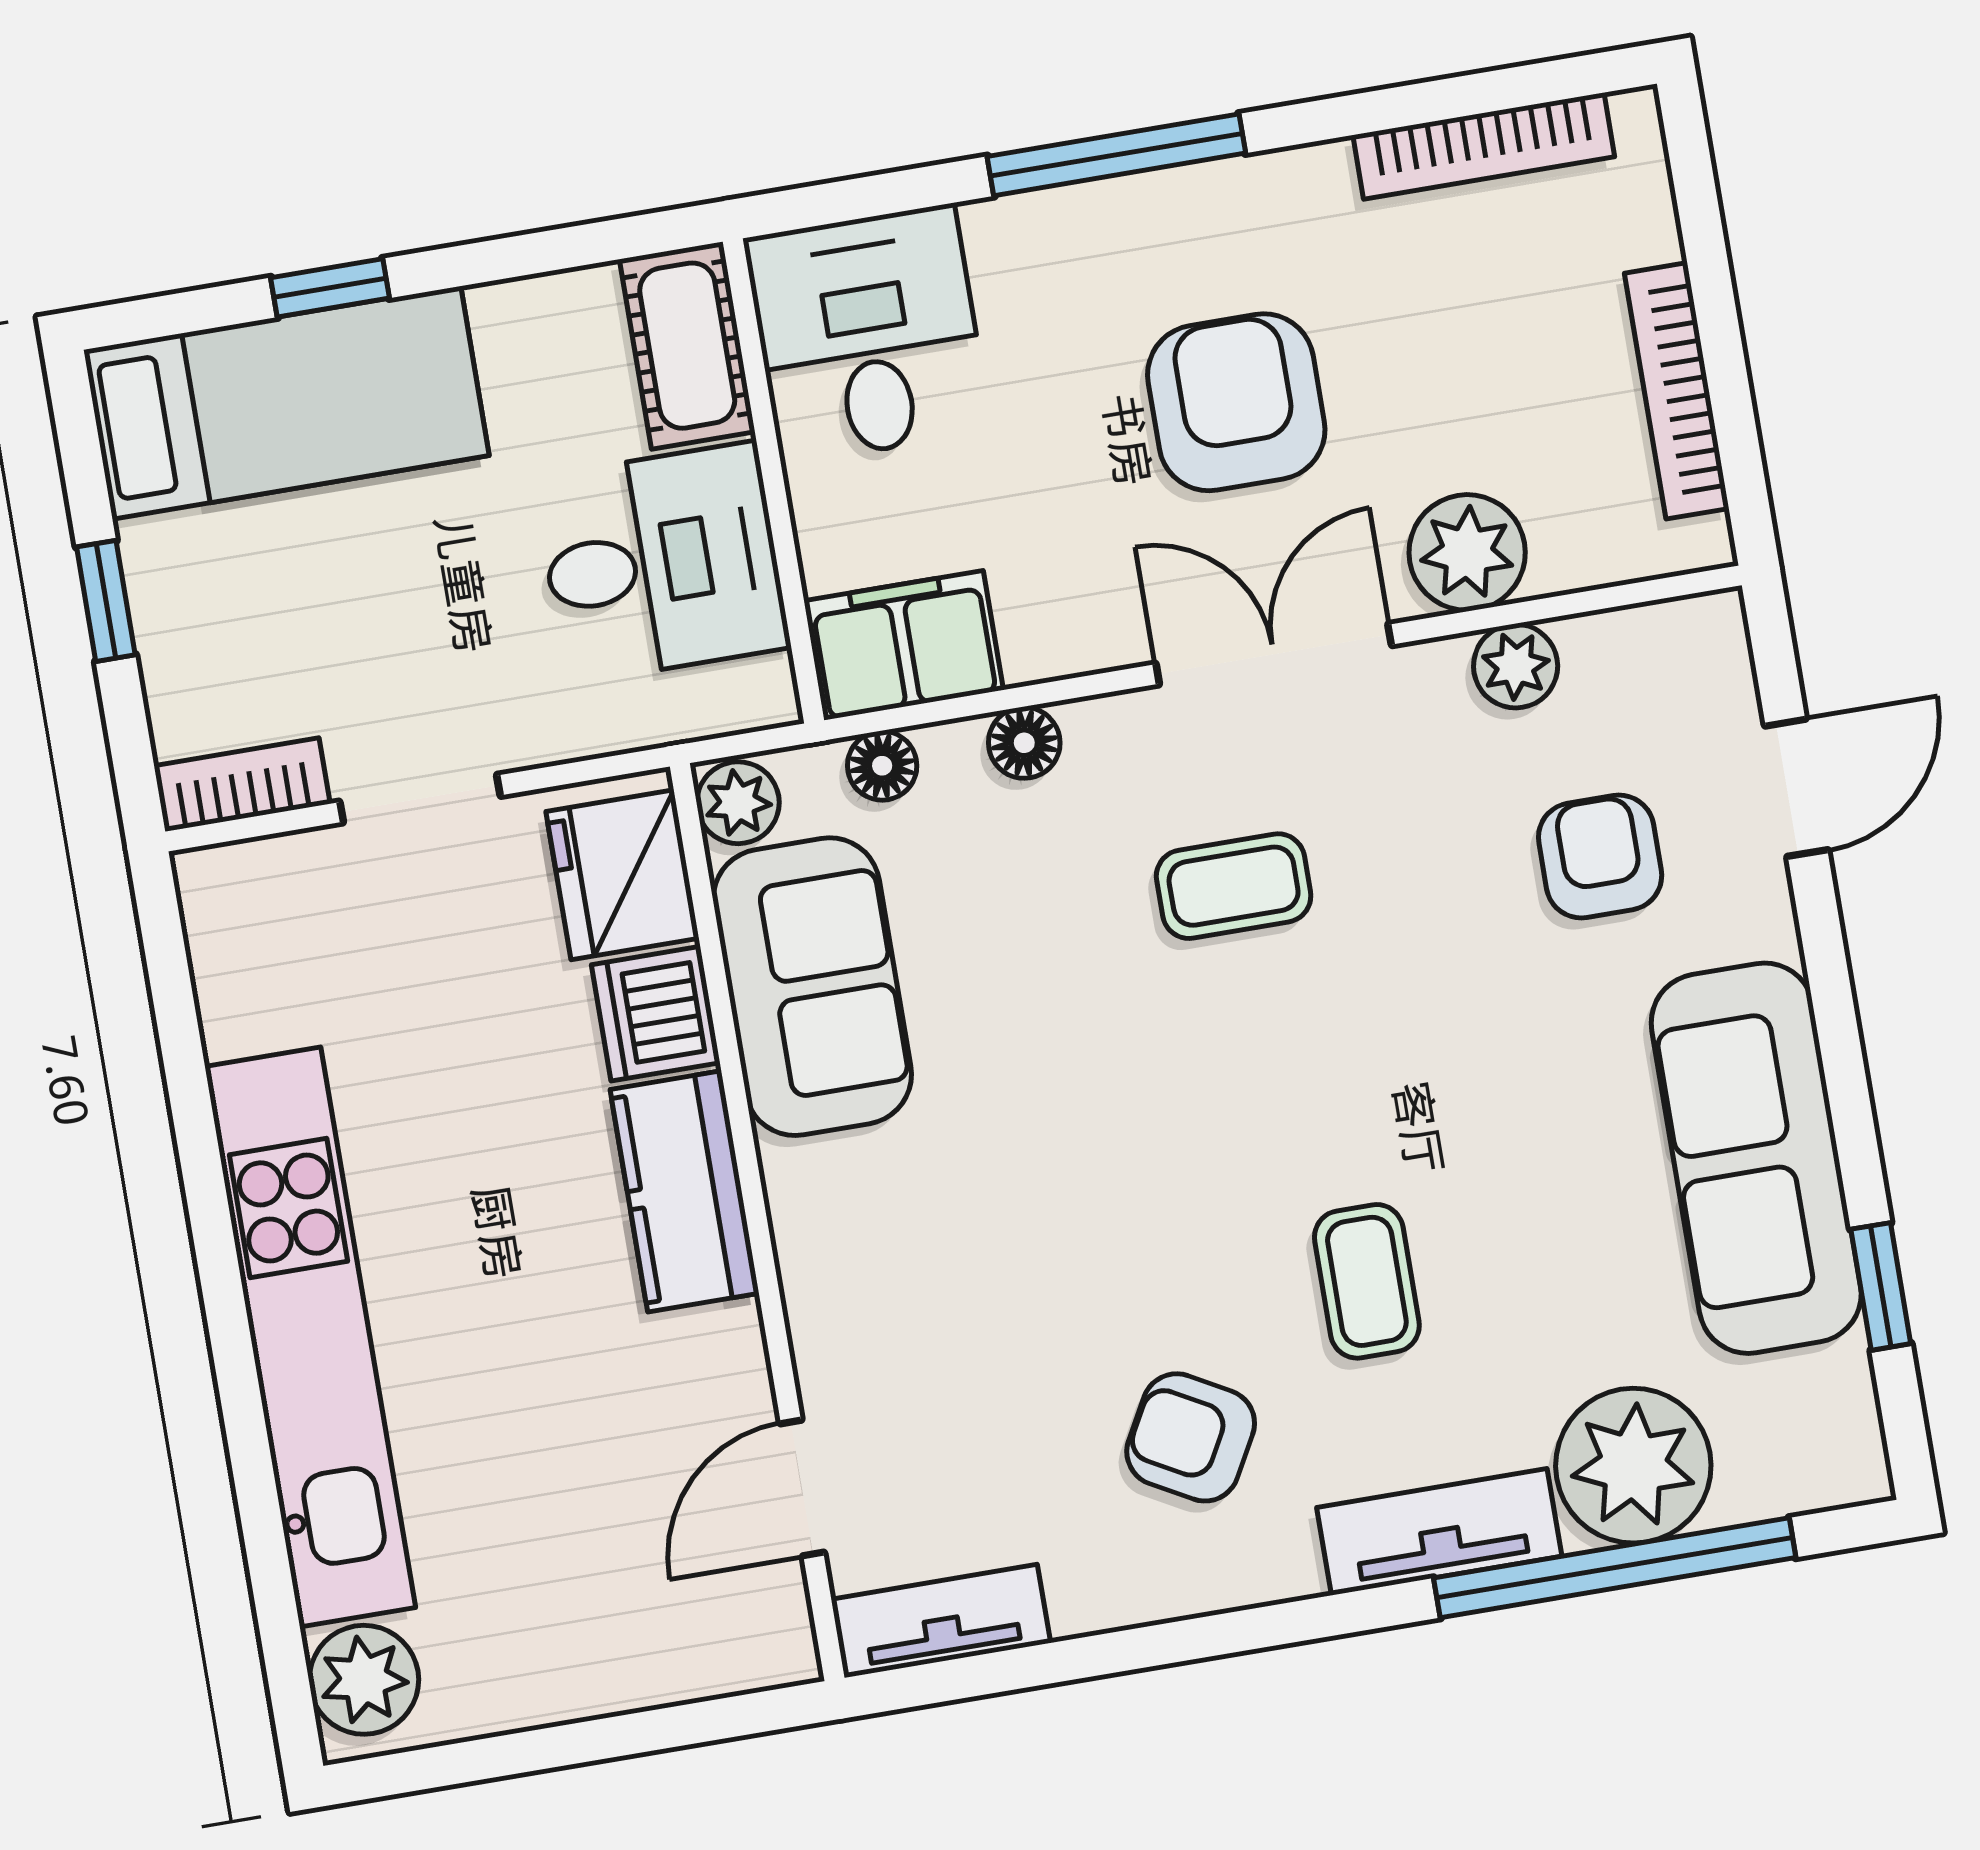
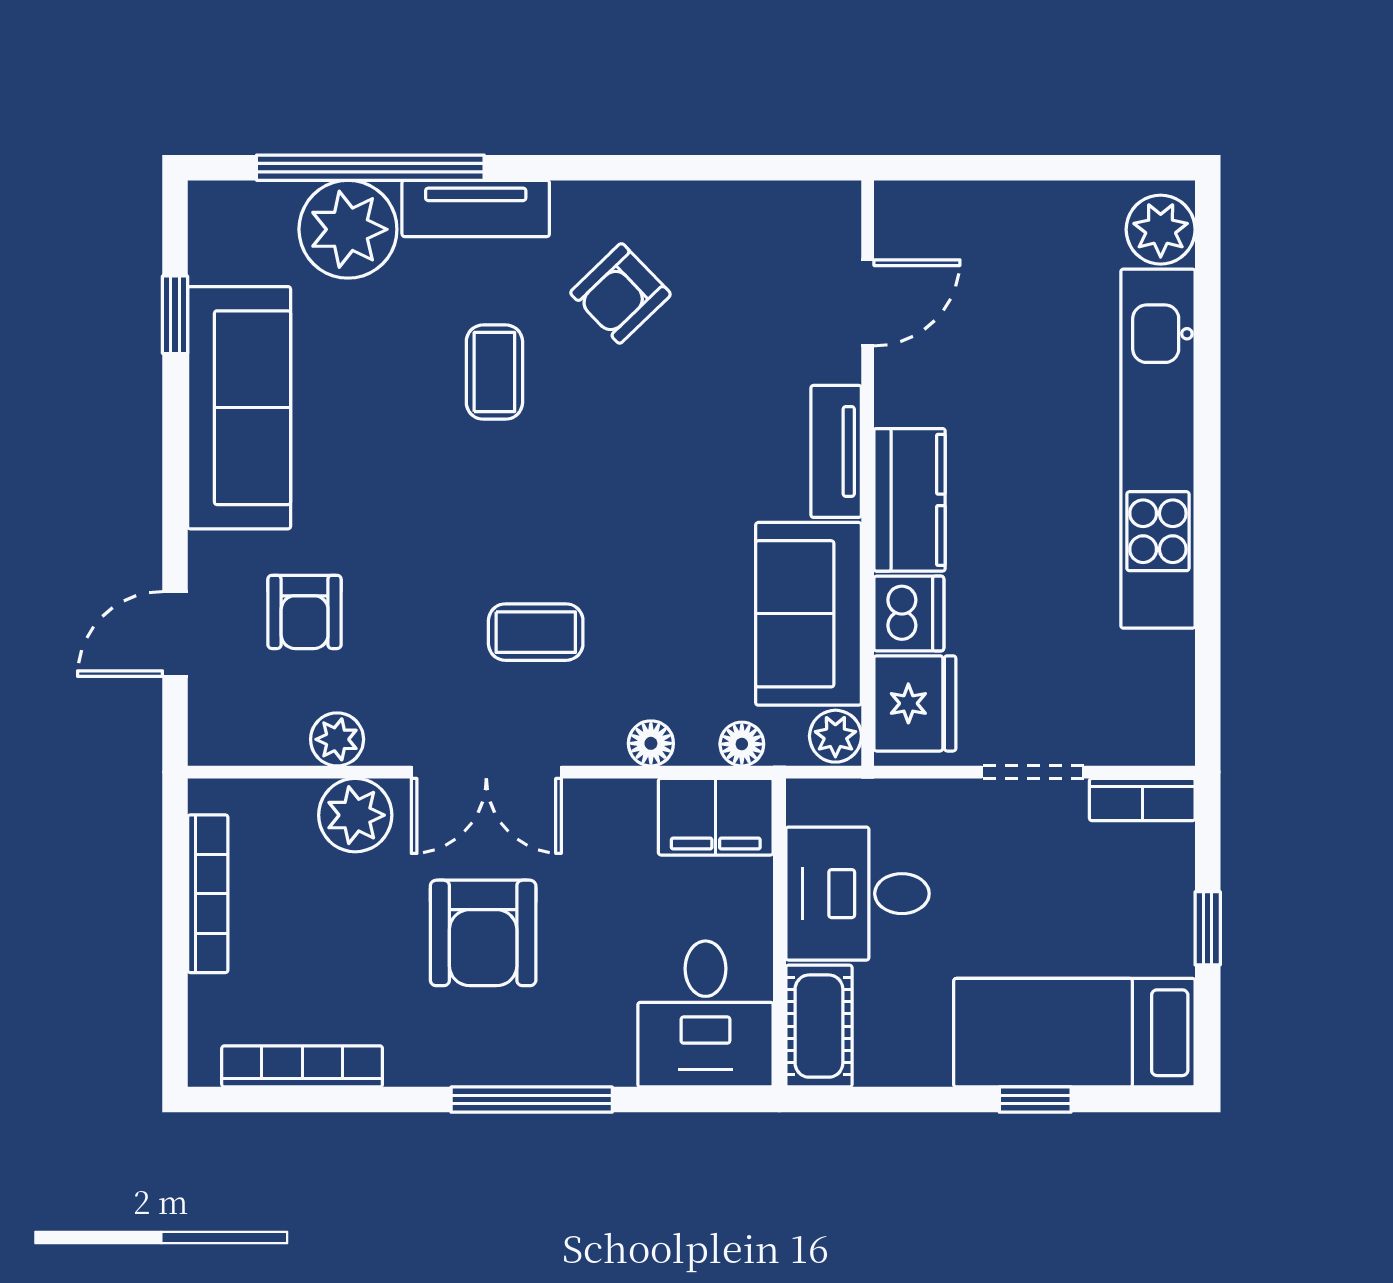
armchair: (1191, 1437) -> (620, 293), turned 107
tv unit: (941, 1621) -> (836, 451), moved, turned 90

